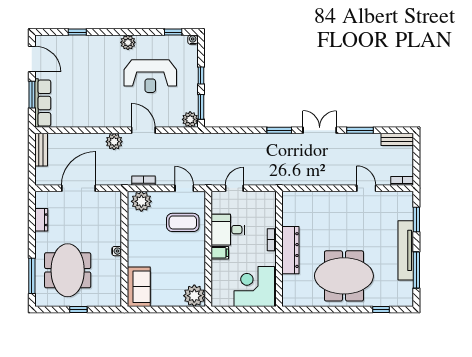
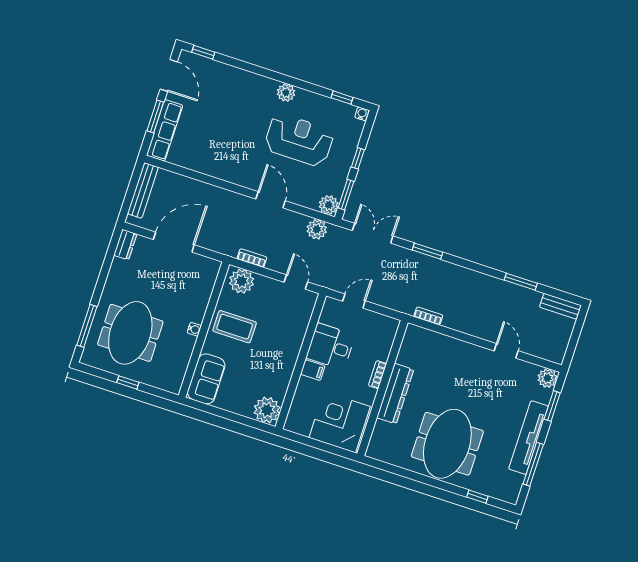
window: (77, 32) -> (203, 52), moved
reception desk: (150, 76) -> (299, 140), turned 180
double door: (320, 130) -> (373, 233), moved
plant: (114, 142) -> (317, 229), moved
bench: (41, 150) -> (143, 190), width x1.36
bookcase: (402, 181) -> (428, 316), moved
plant: (405, 199) -> (547, 378), added
dresser: (41, 220) -> (125, 245), moved
coffee table: (183, 222) -> (235, 327), moved
meeting table: (344, 276) -> (447, 444), turned 90

